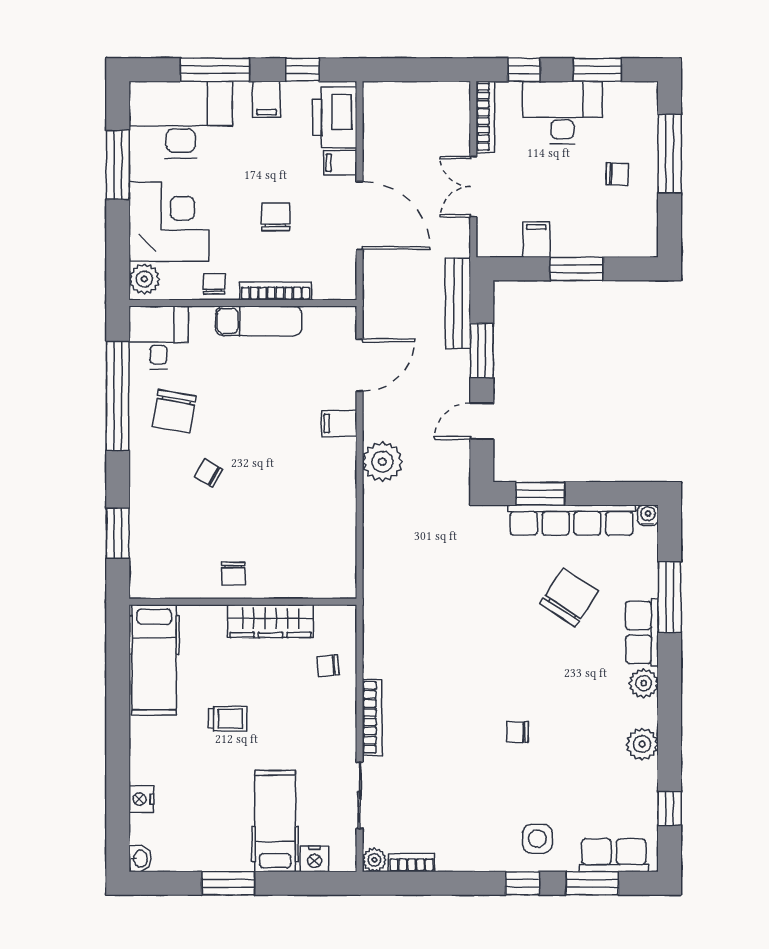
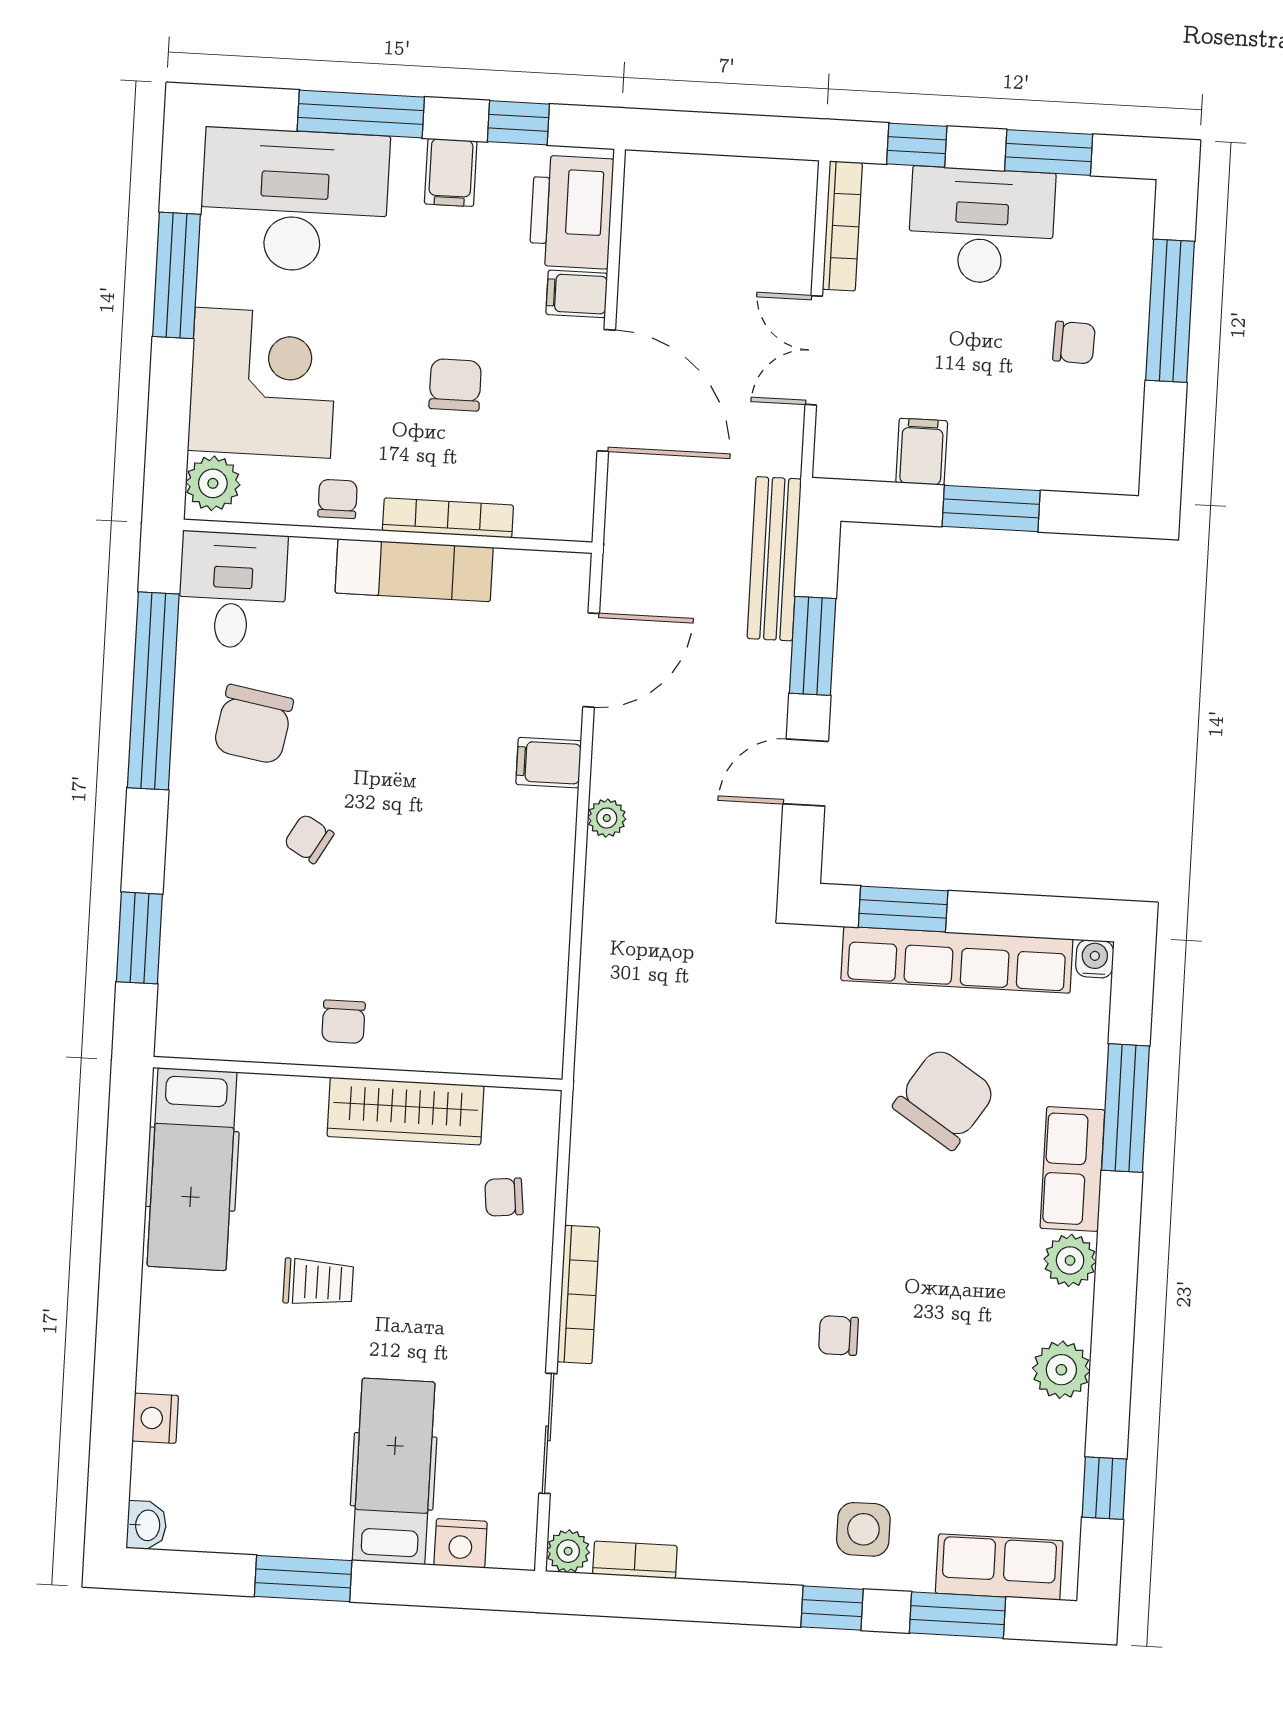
plant: (382, 462) -> (607, 818), width x0.53, depth x0.53

